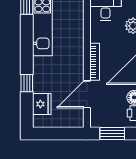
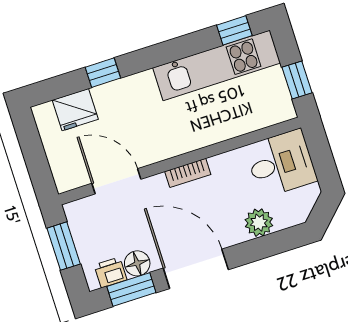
bookcase: (95, 62) -> (188, 173), width x0.64

